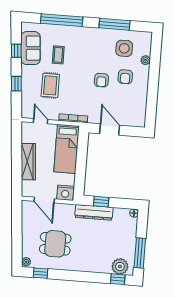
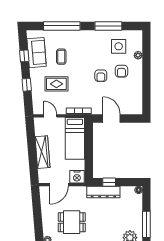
rug: (50, 85) -> (56, 84), turned 90
door: (44, 200) -> (59, 185), hinge flipped

